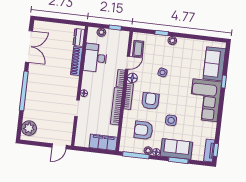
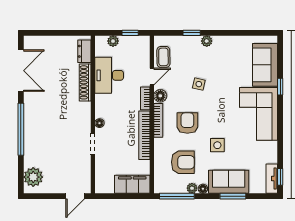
armchair: (144, 130) -> (183, 162), turned 180

